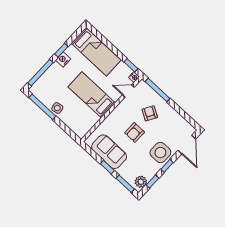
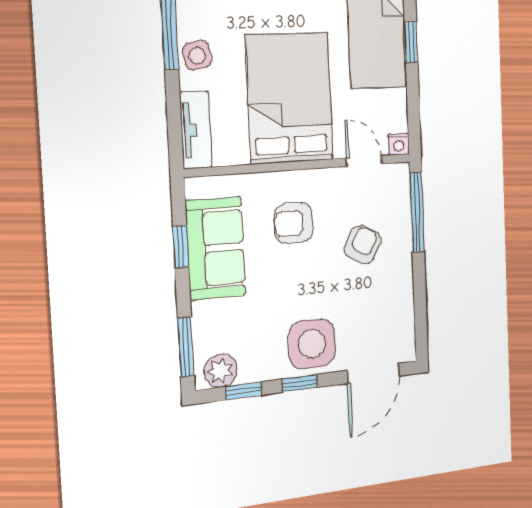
window: (131, 65) -> (411, 42), moved
bed: (92, 95) -> (290, 98), width x1.50
tv unit: (75, 127) -> (196, 130), added
armchair: (135, 133) -> (294, 223), moved
window: (107, 167) -> (181, 247), moved

